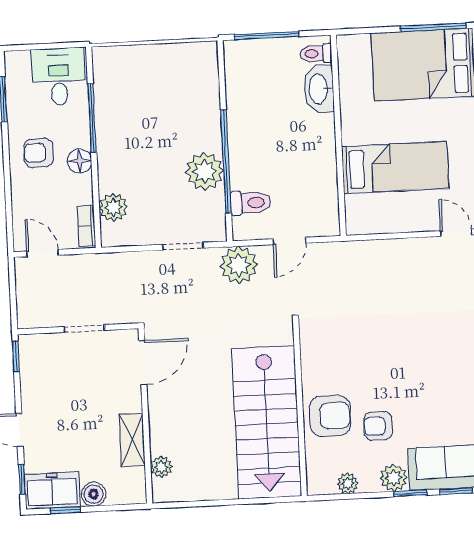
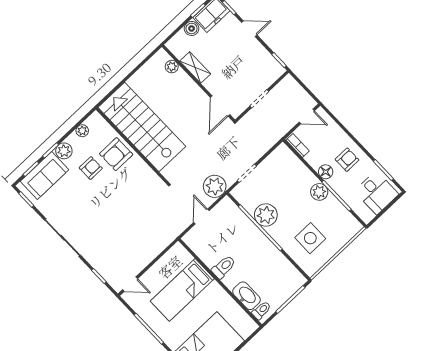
desk: (59, 77) -> (376, 193), moved
side table: (173, 92) -> (310, 238), added
toilet: (251, 203) -> (224, 267), moved, turned 180
plant: (113, 207) -> (319, 192), moved

